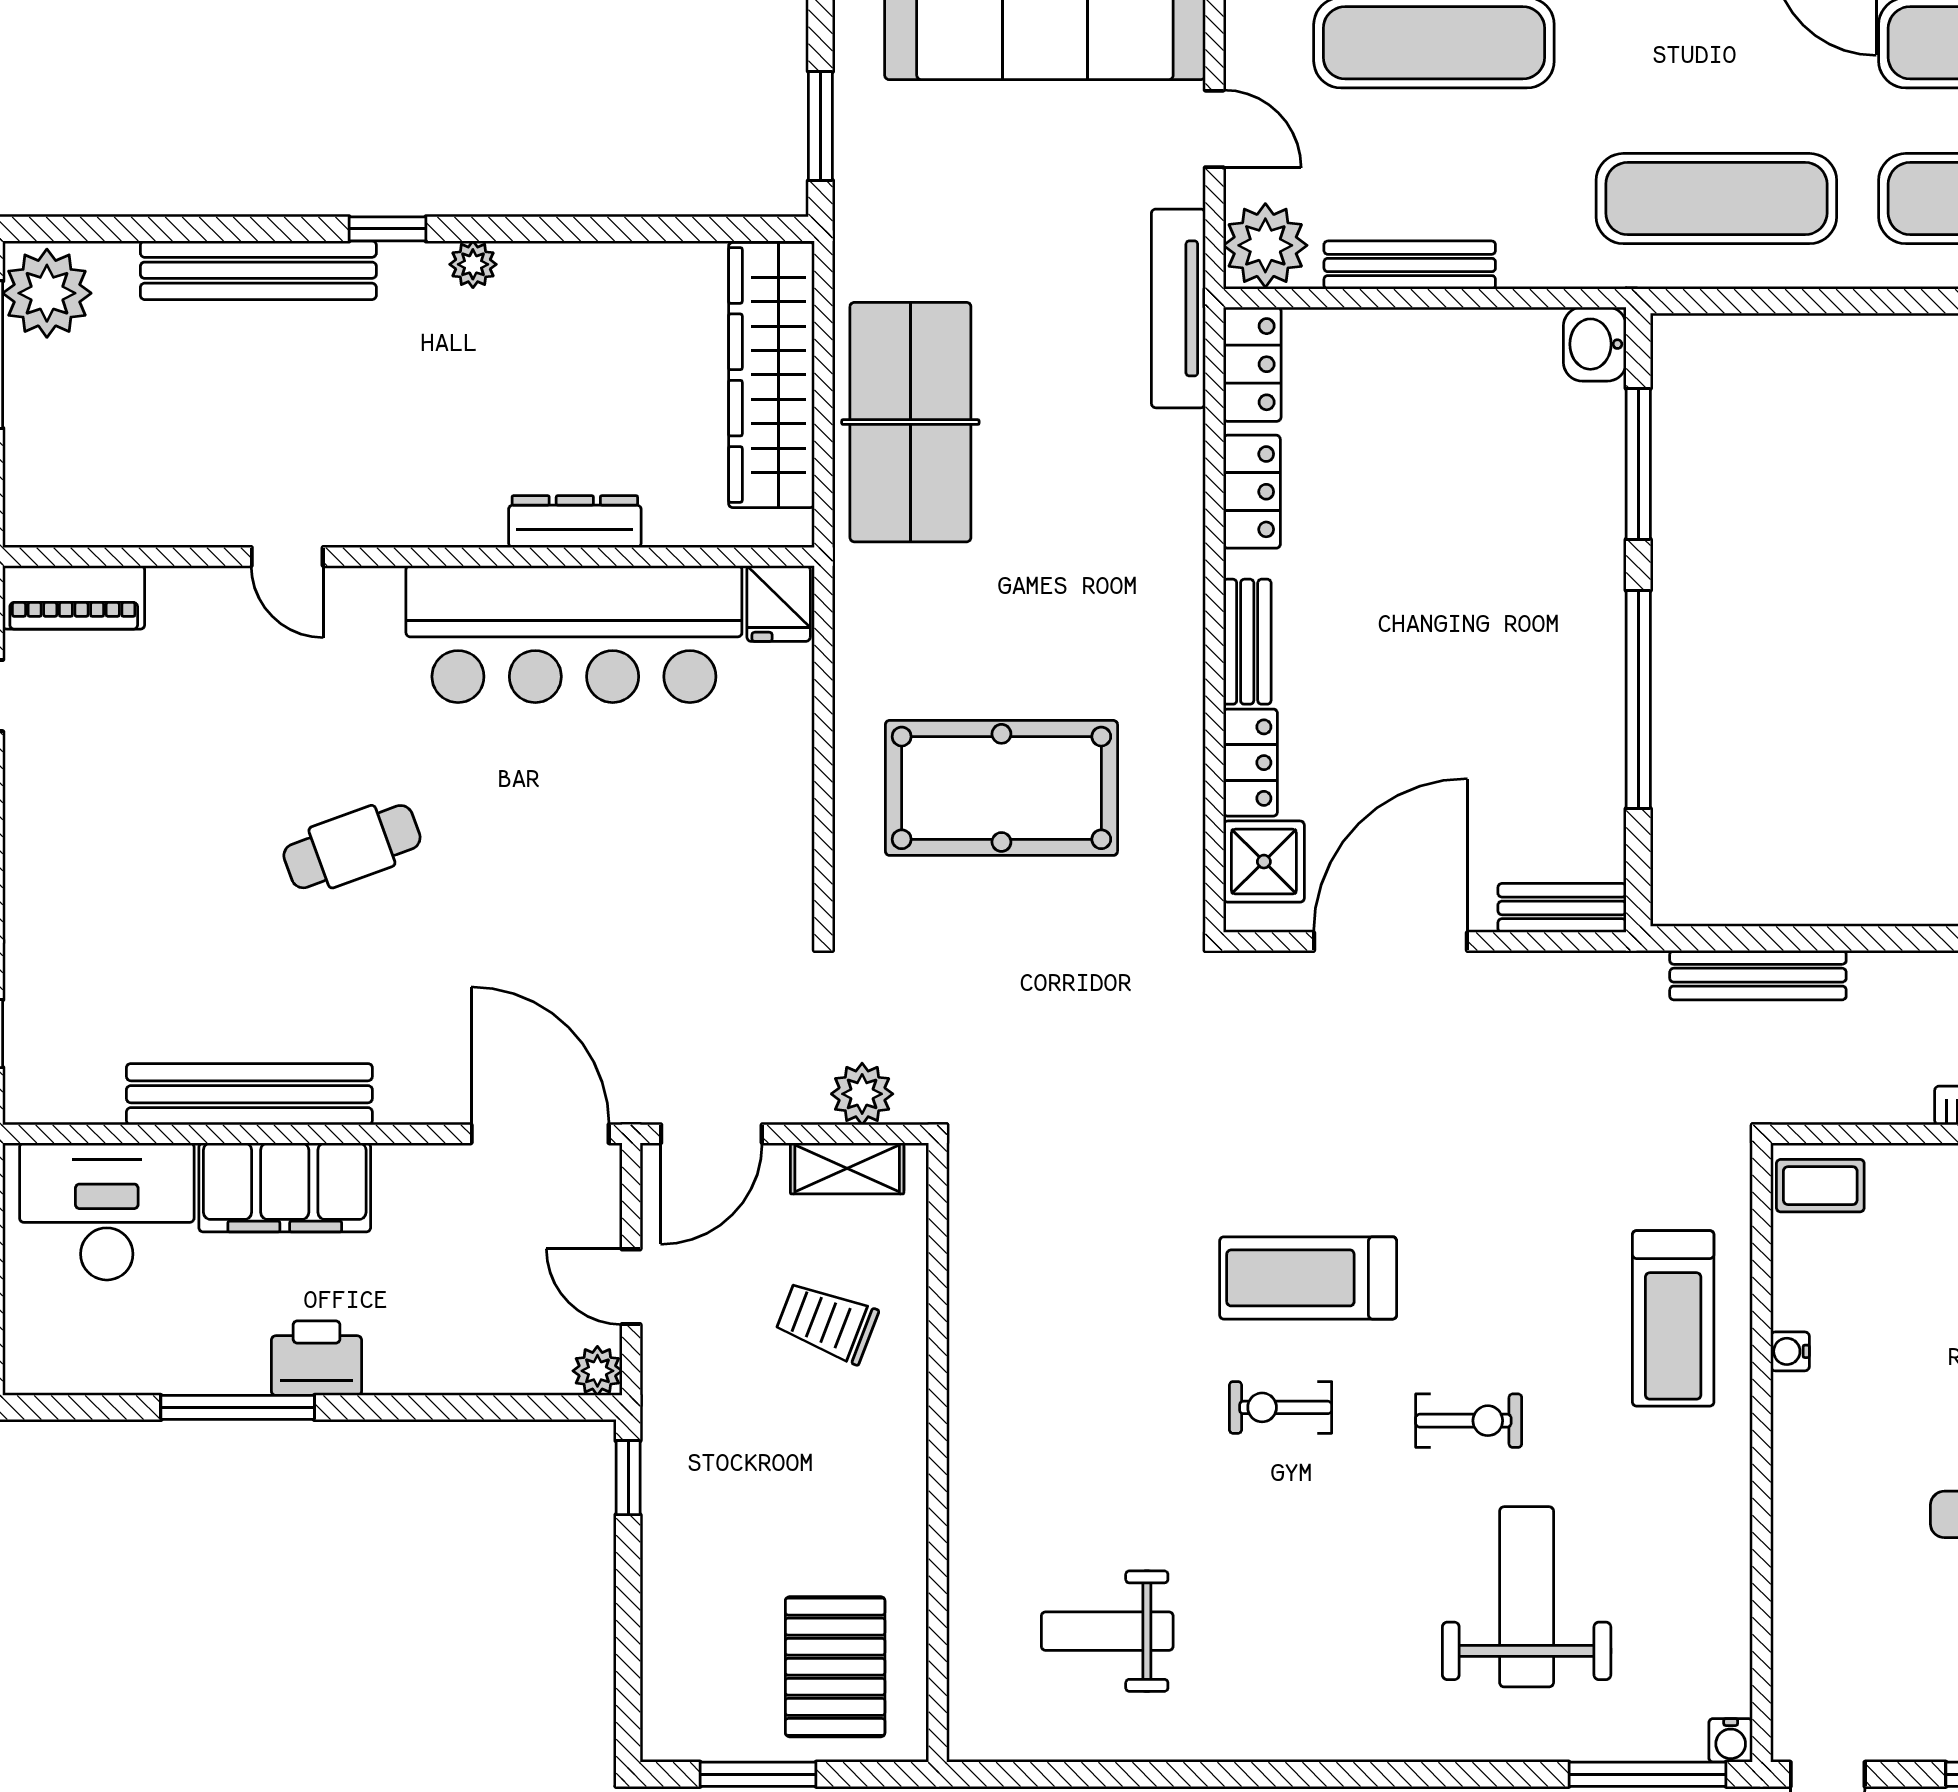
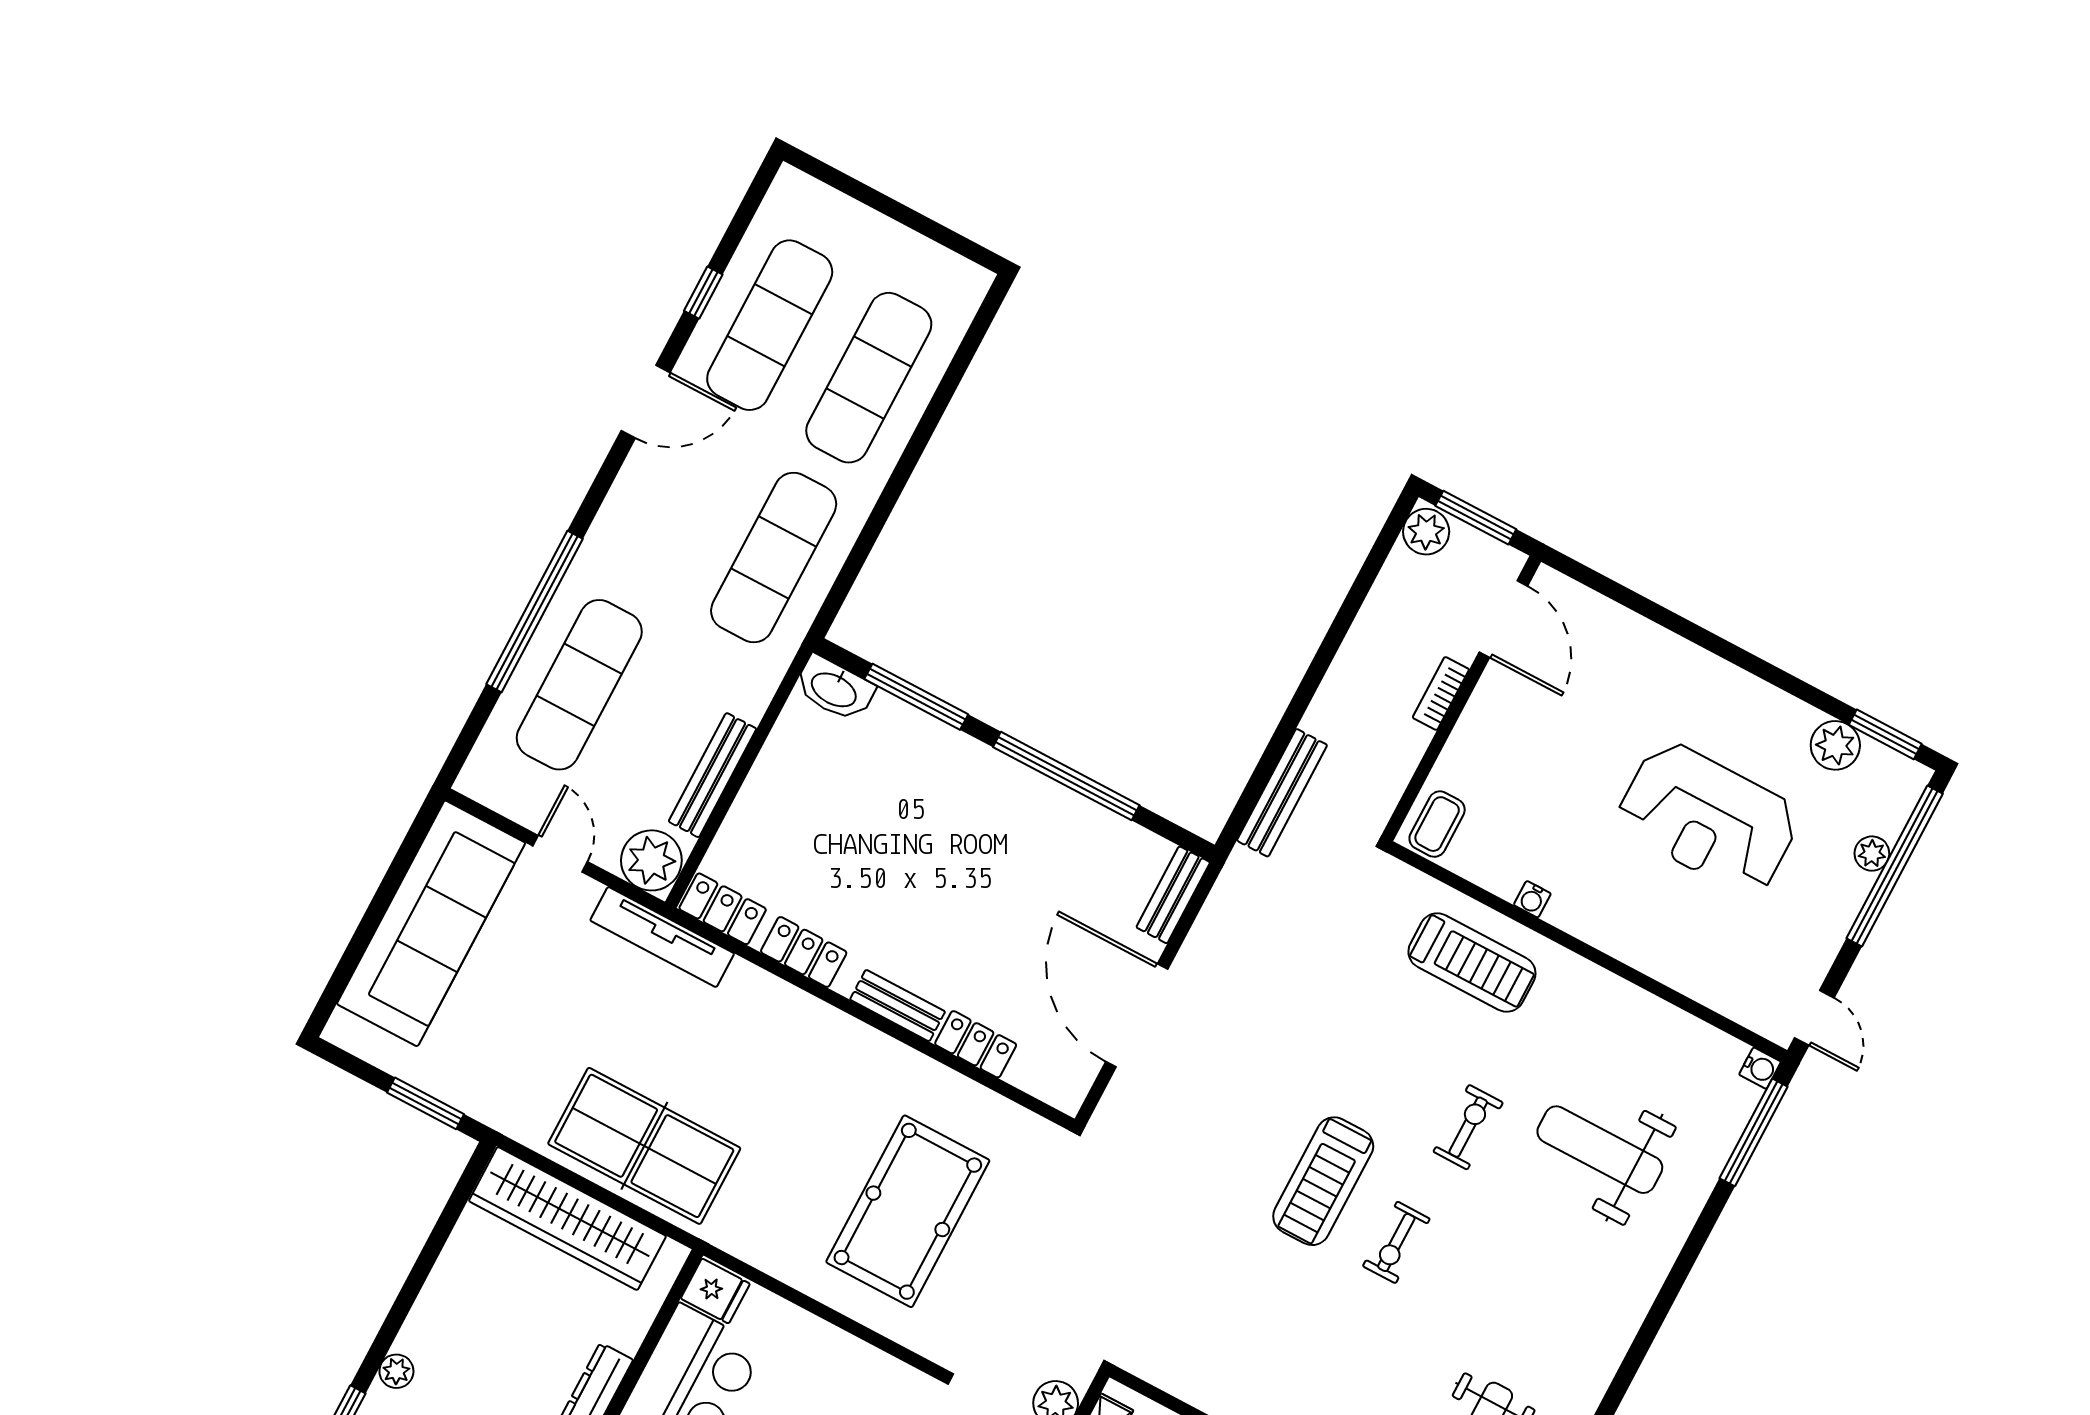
door: (1214, 129) -> (560, 854), hinge flipped
washbasin: (1595, 344) -> (834, 689), width x1.38
shower: (1264, 862) -> (1043, 1069), removed

